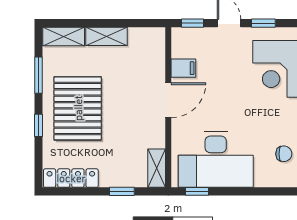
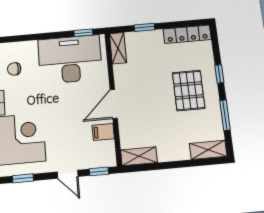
window: (263, 23) -> (23, 178), moved
shelving: (107, 36) -> (139, 156), moved
pallet: (78, 108) -> (189, 90), width x0.73, depth x0.71

